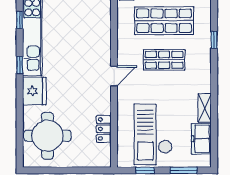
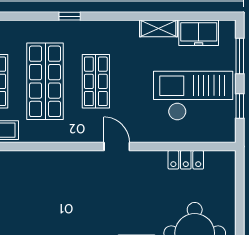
checkout: (153, 135) -> (193, 96), turned 180

